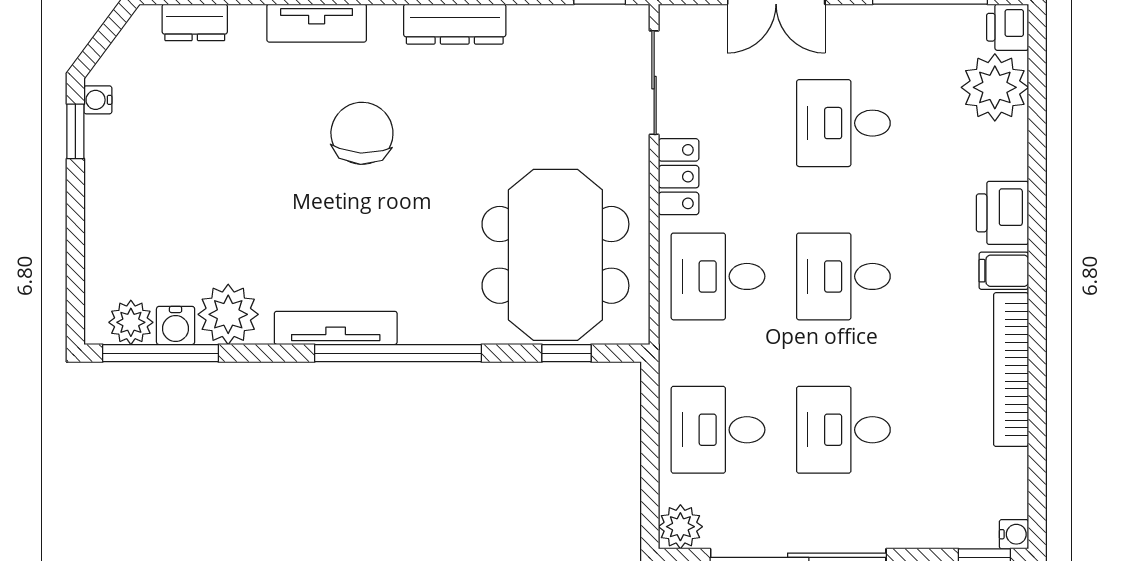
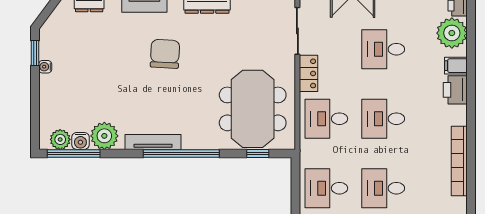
water cooler: (98, 100) -> (45, 67), moved
filing cabinet: (1004, 271) -> (456, 66), moved

